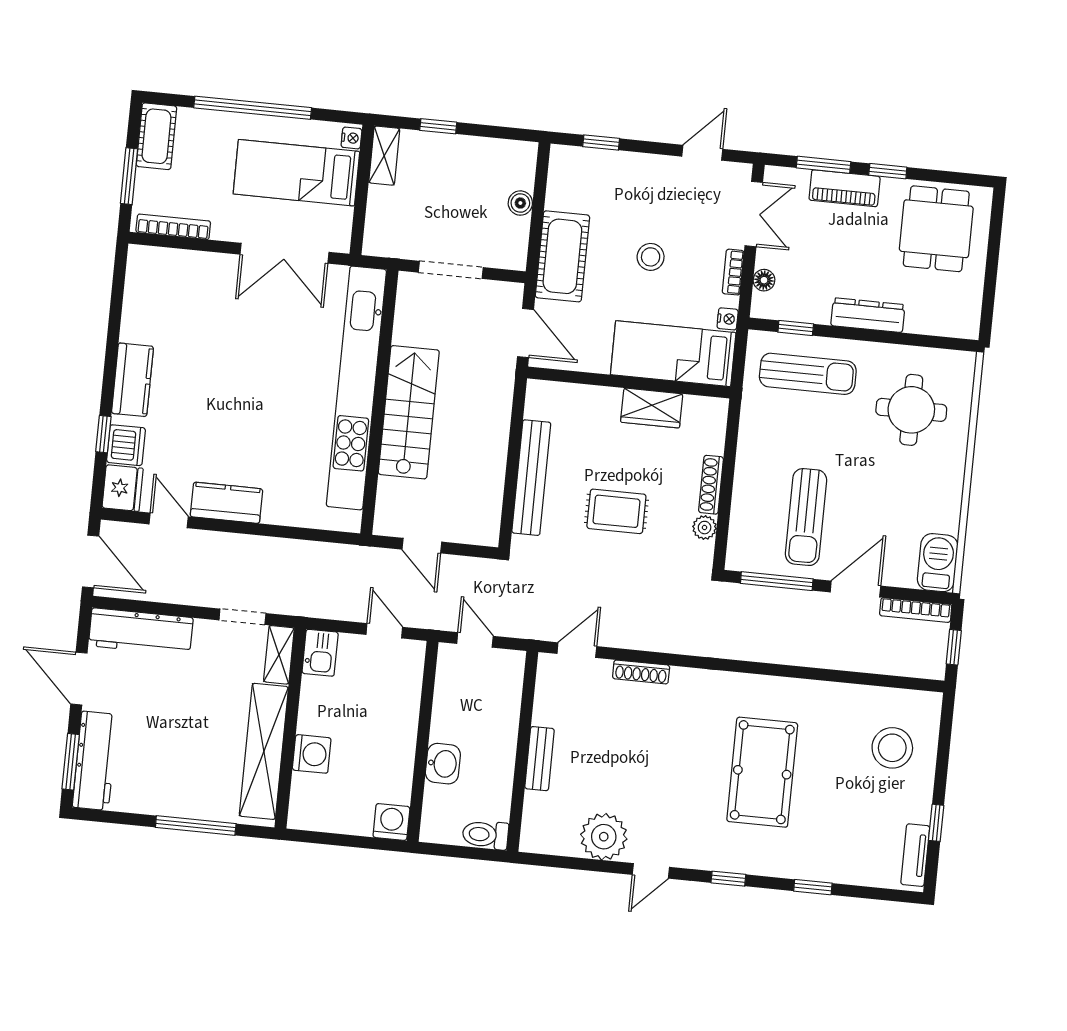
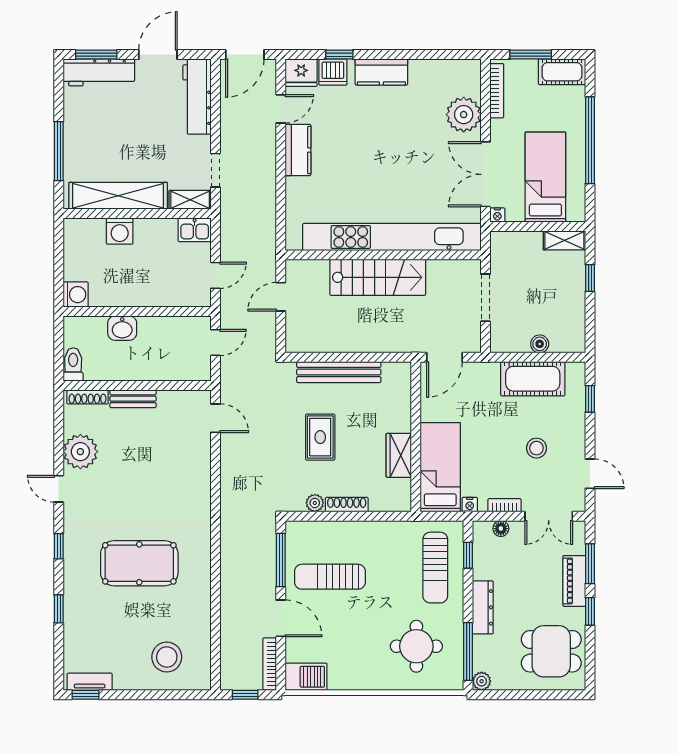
nightstand: (351, 138) -> (497, 215), moved
cot: (562, 256) -> (533, 379), moved
stool: (651, 257) -> (536, 448), moved
plant: (201, 275) -> (464, 115), added
plant: (967, 327) -> (482, 681), added
window: (925, 341) -> (468, 652), added
shoe rack: (641, 672) -> (87, 397), moved, turned -90
window: (936, 823) -> (86, 695), moved

